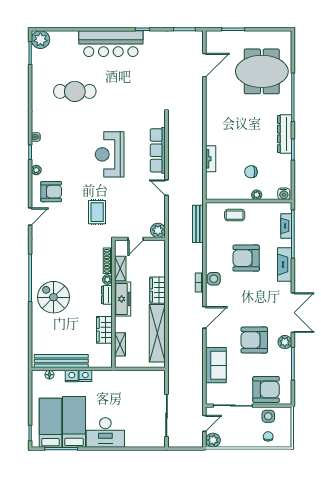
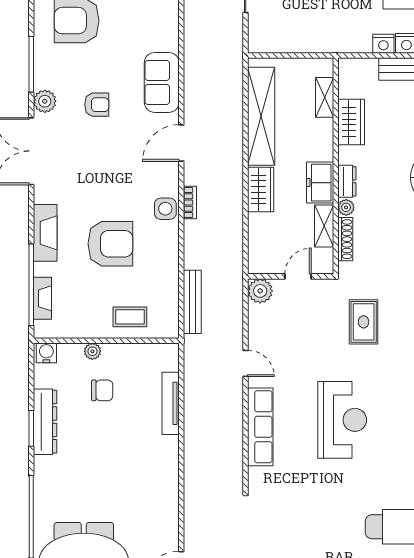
dresser: (285, 134) -> (45, 422), moved
tv unit: (211, 159) -> (171, 403), width x1.41
freezer: (123, 299) -> (320, 183), width x0.71
armchair: (254, 340) -> (97, 105), width x0.53, depth x0.53
sofa: (216, 365) -> (162, 82), moved

